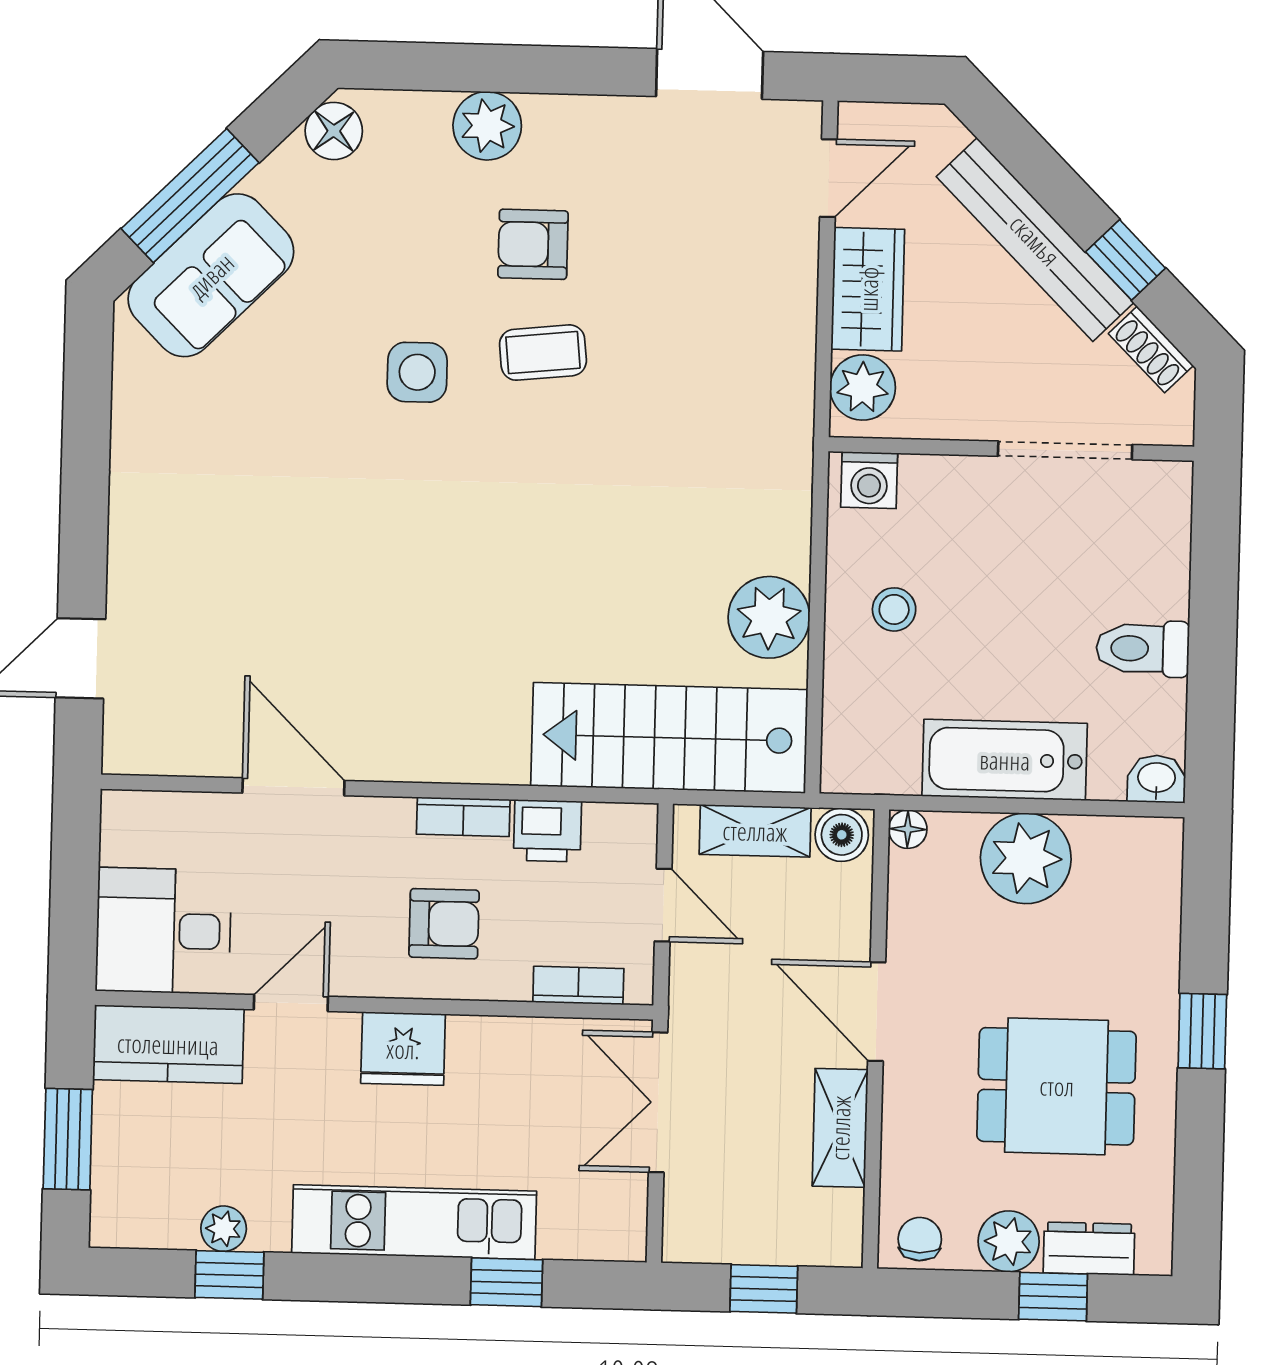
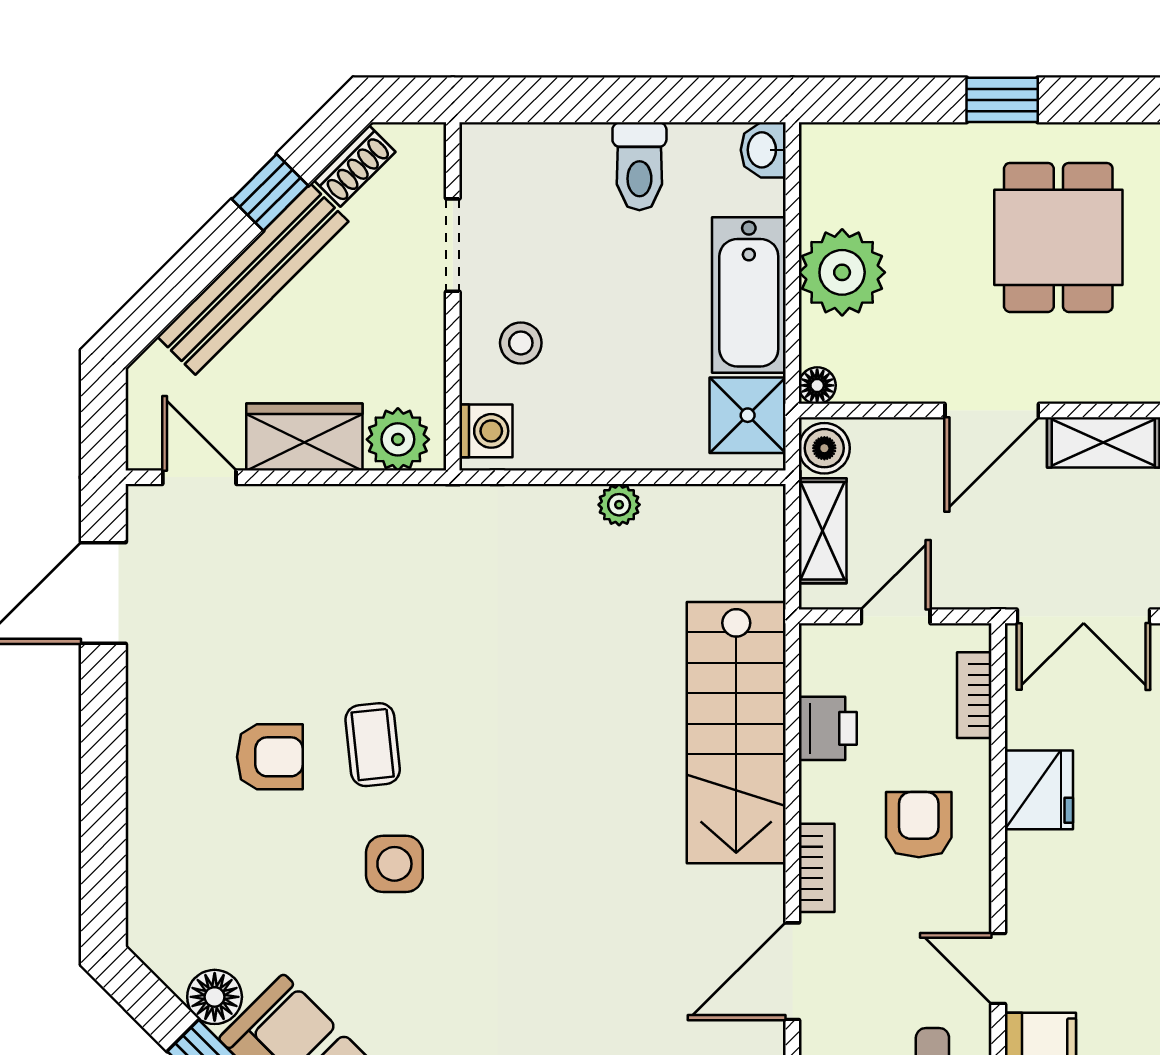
plant: (487, 126) -> (158, 803), removed
floor lamp: (334, 131) -> (215, 997), moved
armchair: (533, 244) -> (270, 757), turned -90
doorway: (1065, 450) -> (453, 245), width x0.73
stool: (894, 609) -> (521, 343), moved
plant: (769, 617) -> (619, 505), width x0.53, depth x0.53
stairs: (669, 738) -> (736, 733), moved
shower: (878, 755) -> (748, 415), added
bookcase: (463, 817) -> (817, 868), moved
fridge: (403, 1049) -> (1039, 790), moved

